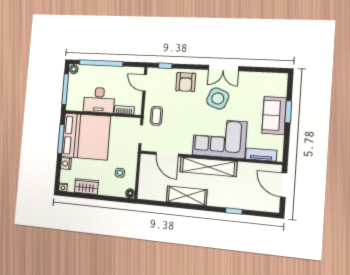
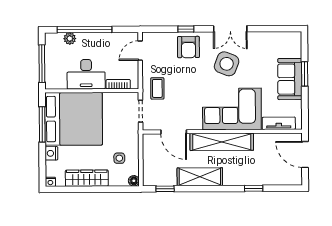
window: (165, 66) -> (186, 29), moved
plant: (74, 69) -> (70, 39), moved
door: (145, 83) -> (140, 51), hinge flipped
wardrobe: (86, 187) -> (87, 178), width x1.50
window: (156, 203) -> (165, 189), added

